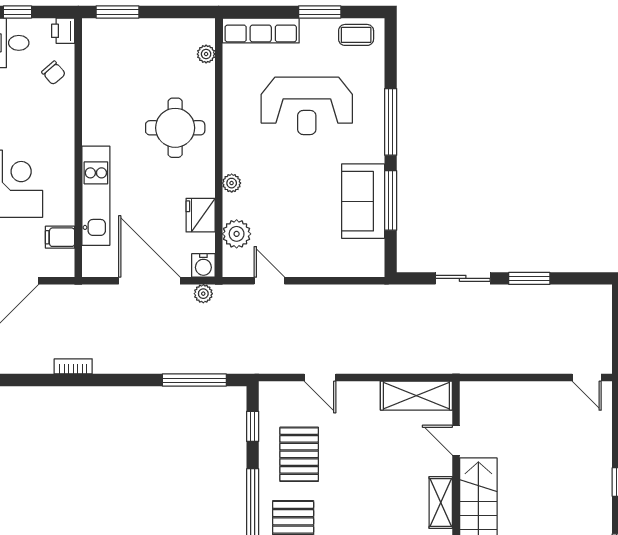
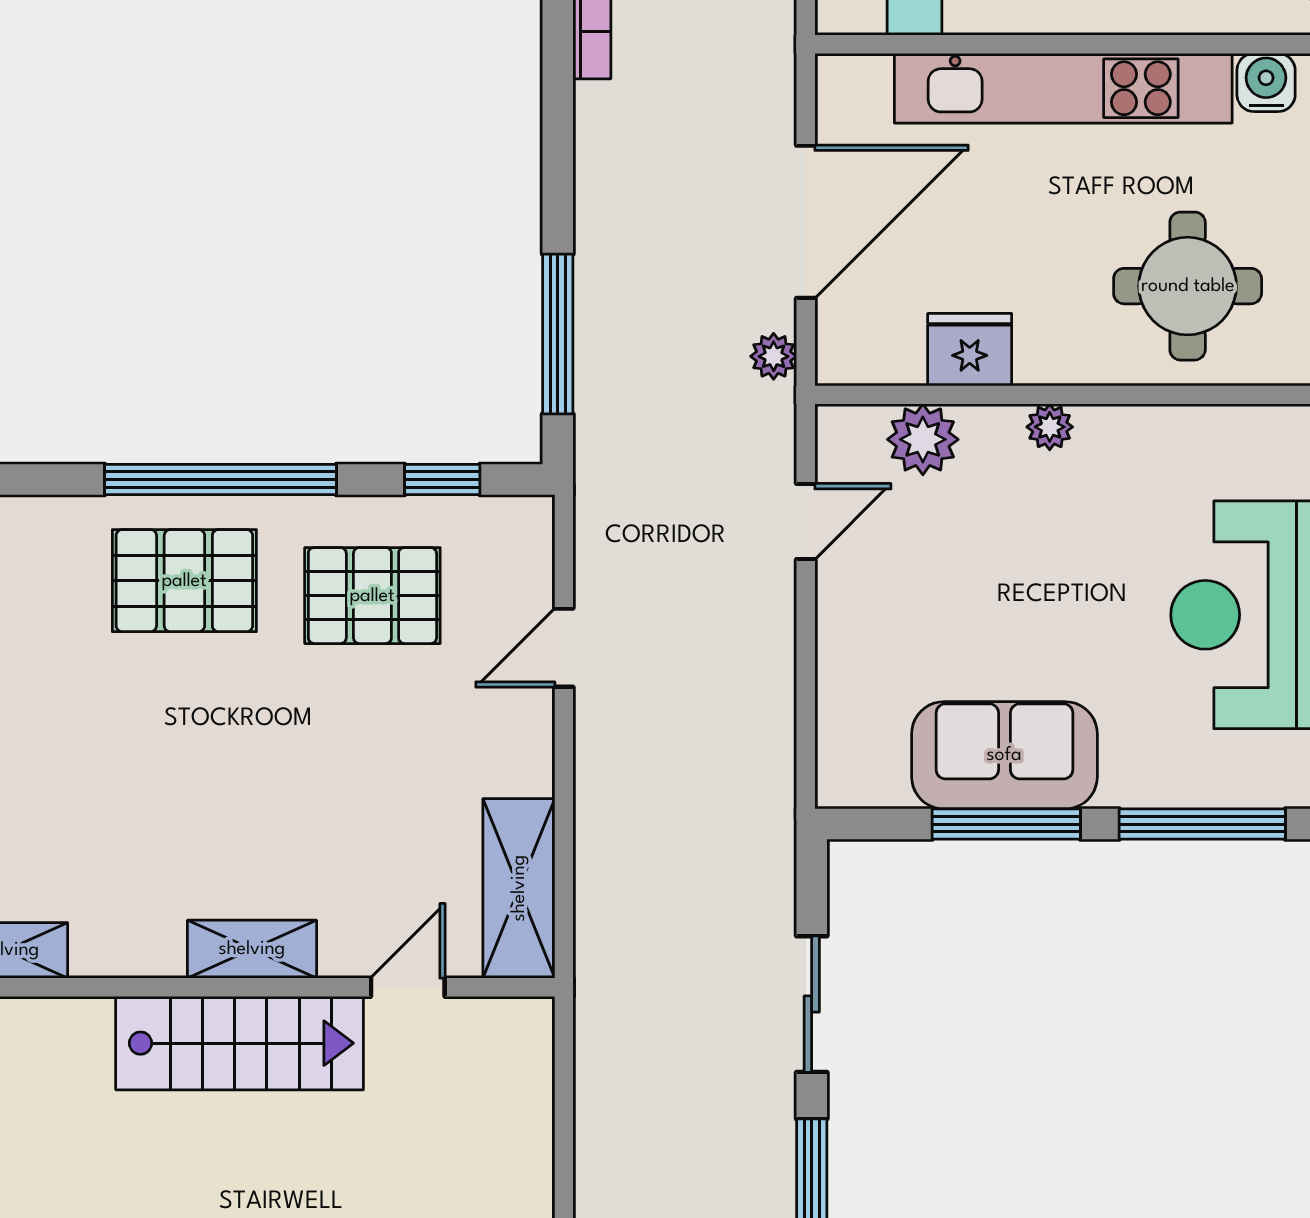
kitchen unit: (96, 196) -> (1063, 88), width x1.36
water cooler: (203, 265) -> (1266, 82), moved, turned 90

